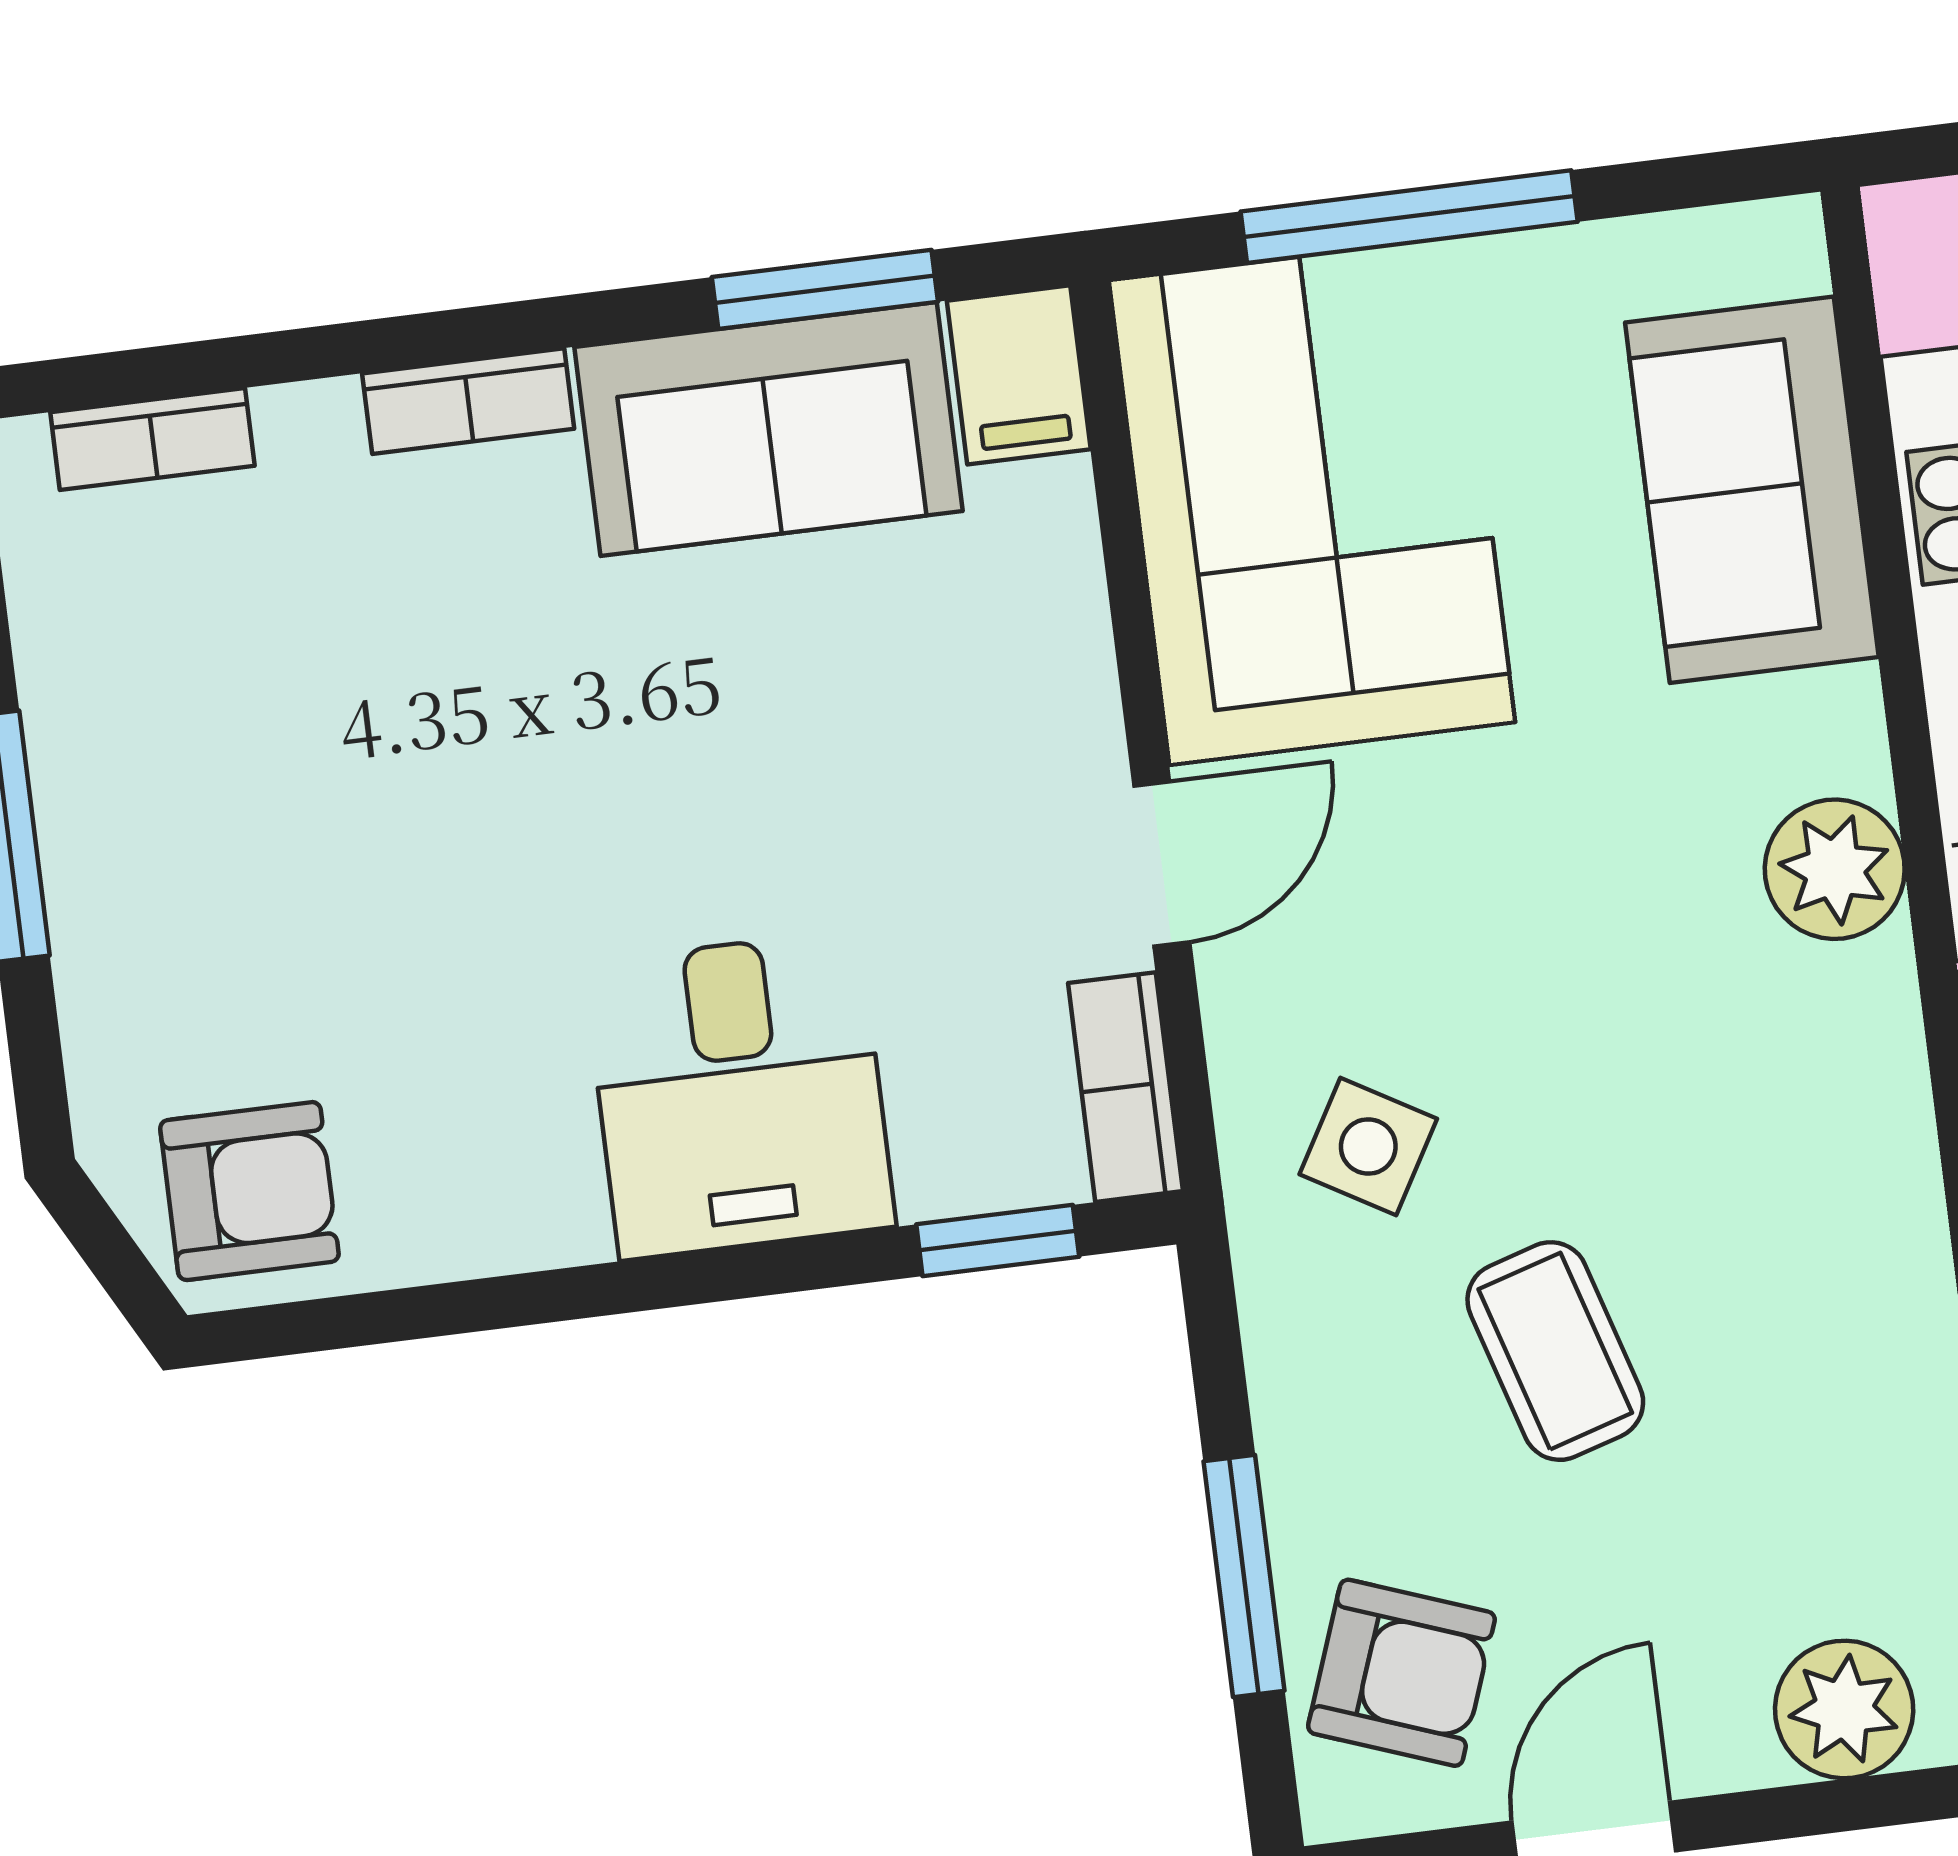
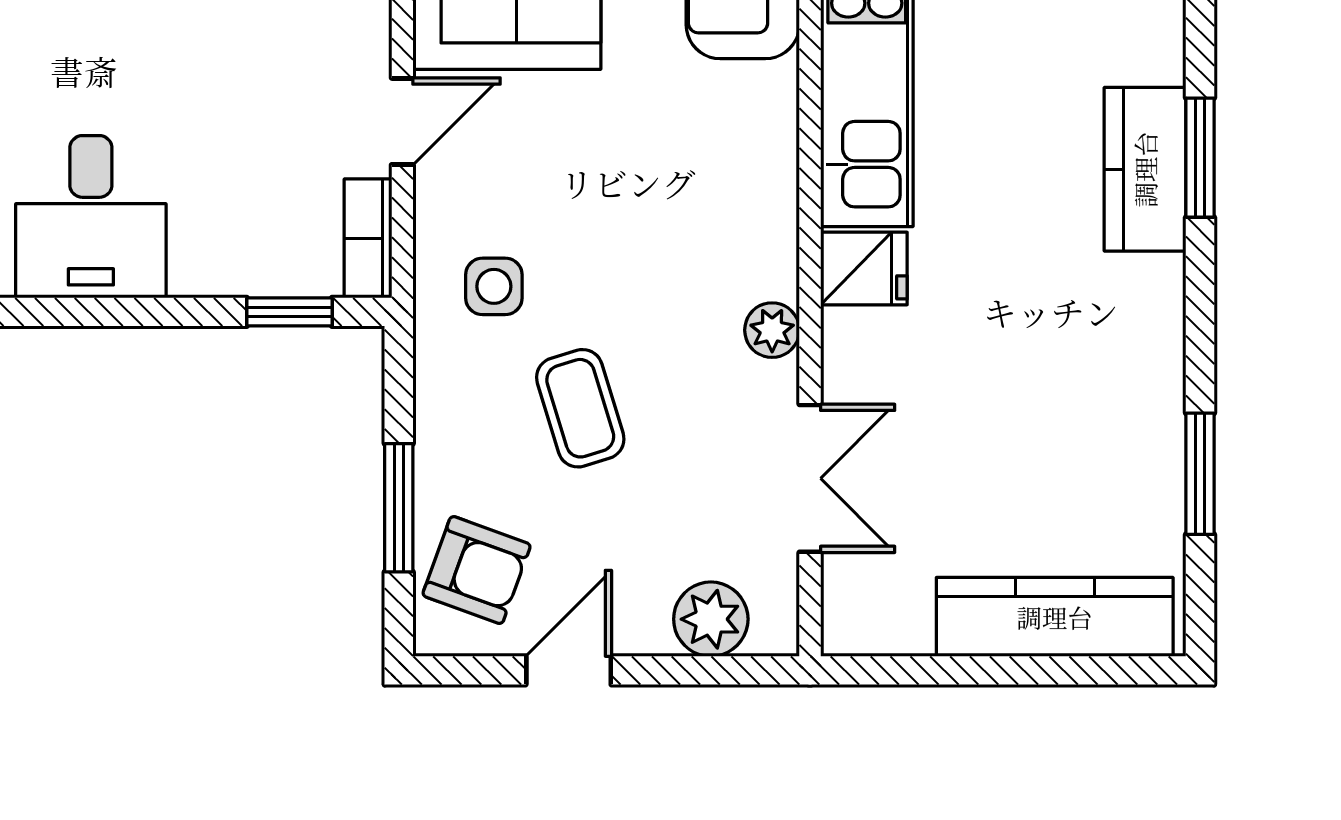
plant: (1835, 869) -> (772, 330), moved, width x0.73, depth x0.73
desk: (739, 1095) -> (91, 217), moved
side table: (1368, 1146) -> (494, 286), turned -30

